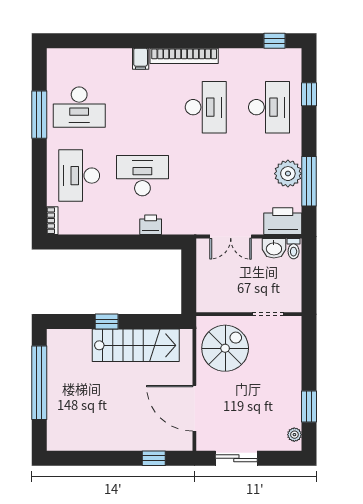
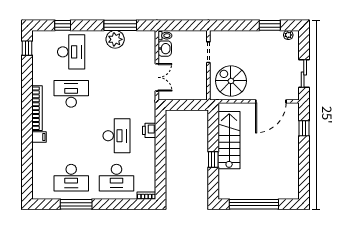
desk: (79, 107) -> (71, 178), turned 90
desk: (269, 107) -> (71, 52), turned 90
desk: (142, 176) -> (117, 136), turned 180
printer: (283, 221) -> (147, 43), removed

